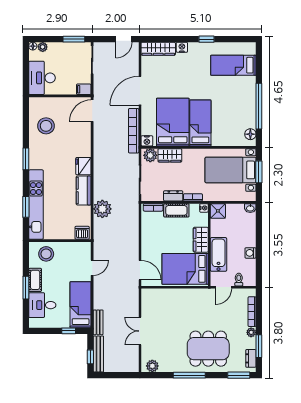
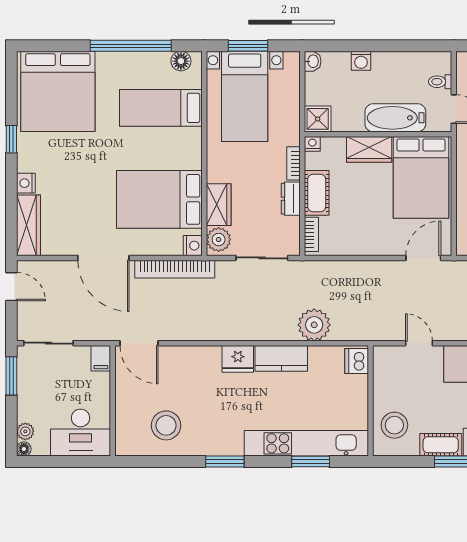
bed: (233, 65) -> (58, 91), width x2.04
bed: (200, 123) -> (161, 108), moved
washing machine: (251, 253) -> (361, 61), moved

